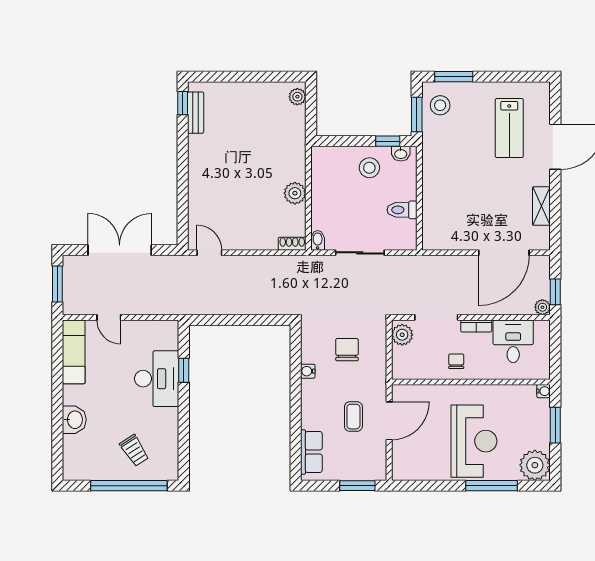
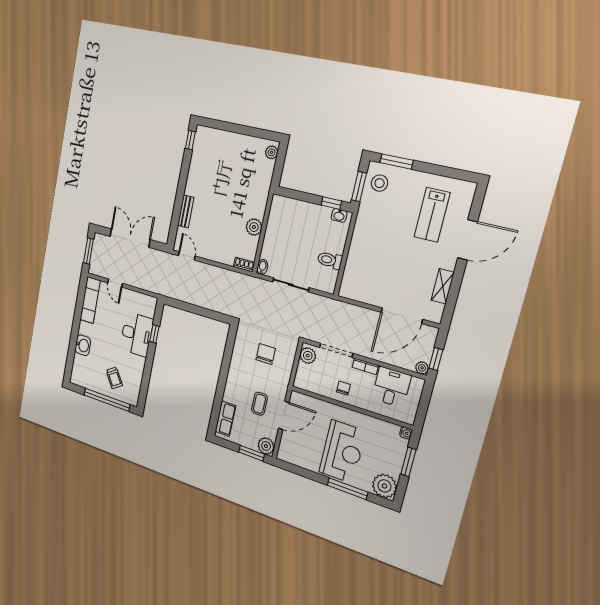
bench: (196, 113) -> (186, 212), moved
stool: (369, 168) -> (313, 221), removed
water cooler: (308, 371) -> (235, 361), removed
plant: (375, 469) -> (266, 446), added

